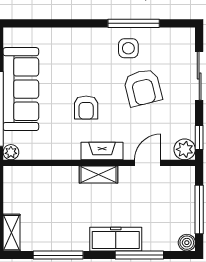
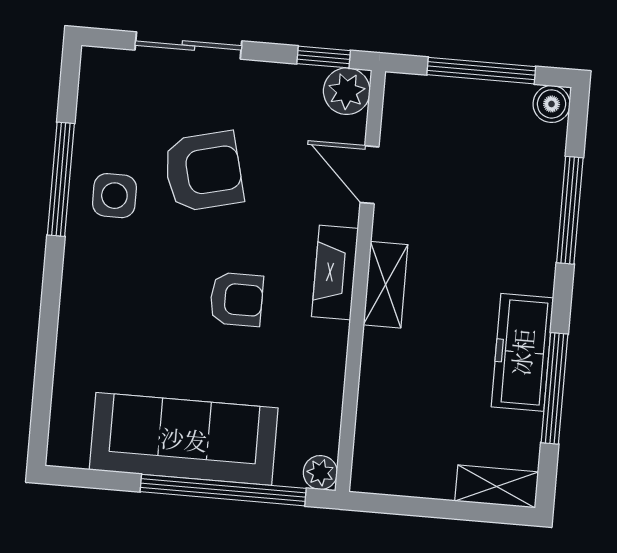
freezer: (116, 239) -> (522, 352), moved

